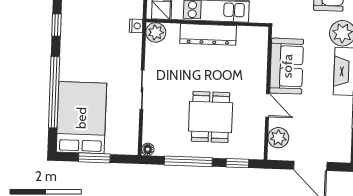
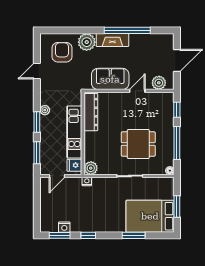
dresser: (208, 34) -> (91, 112), moved
window: (54, 92) -> (134, 235), width x0.47
dining table: (211, 117) -> (138, 144), moved

